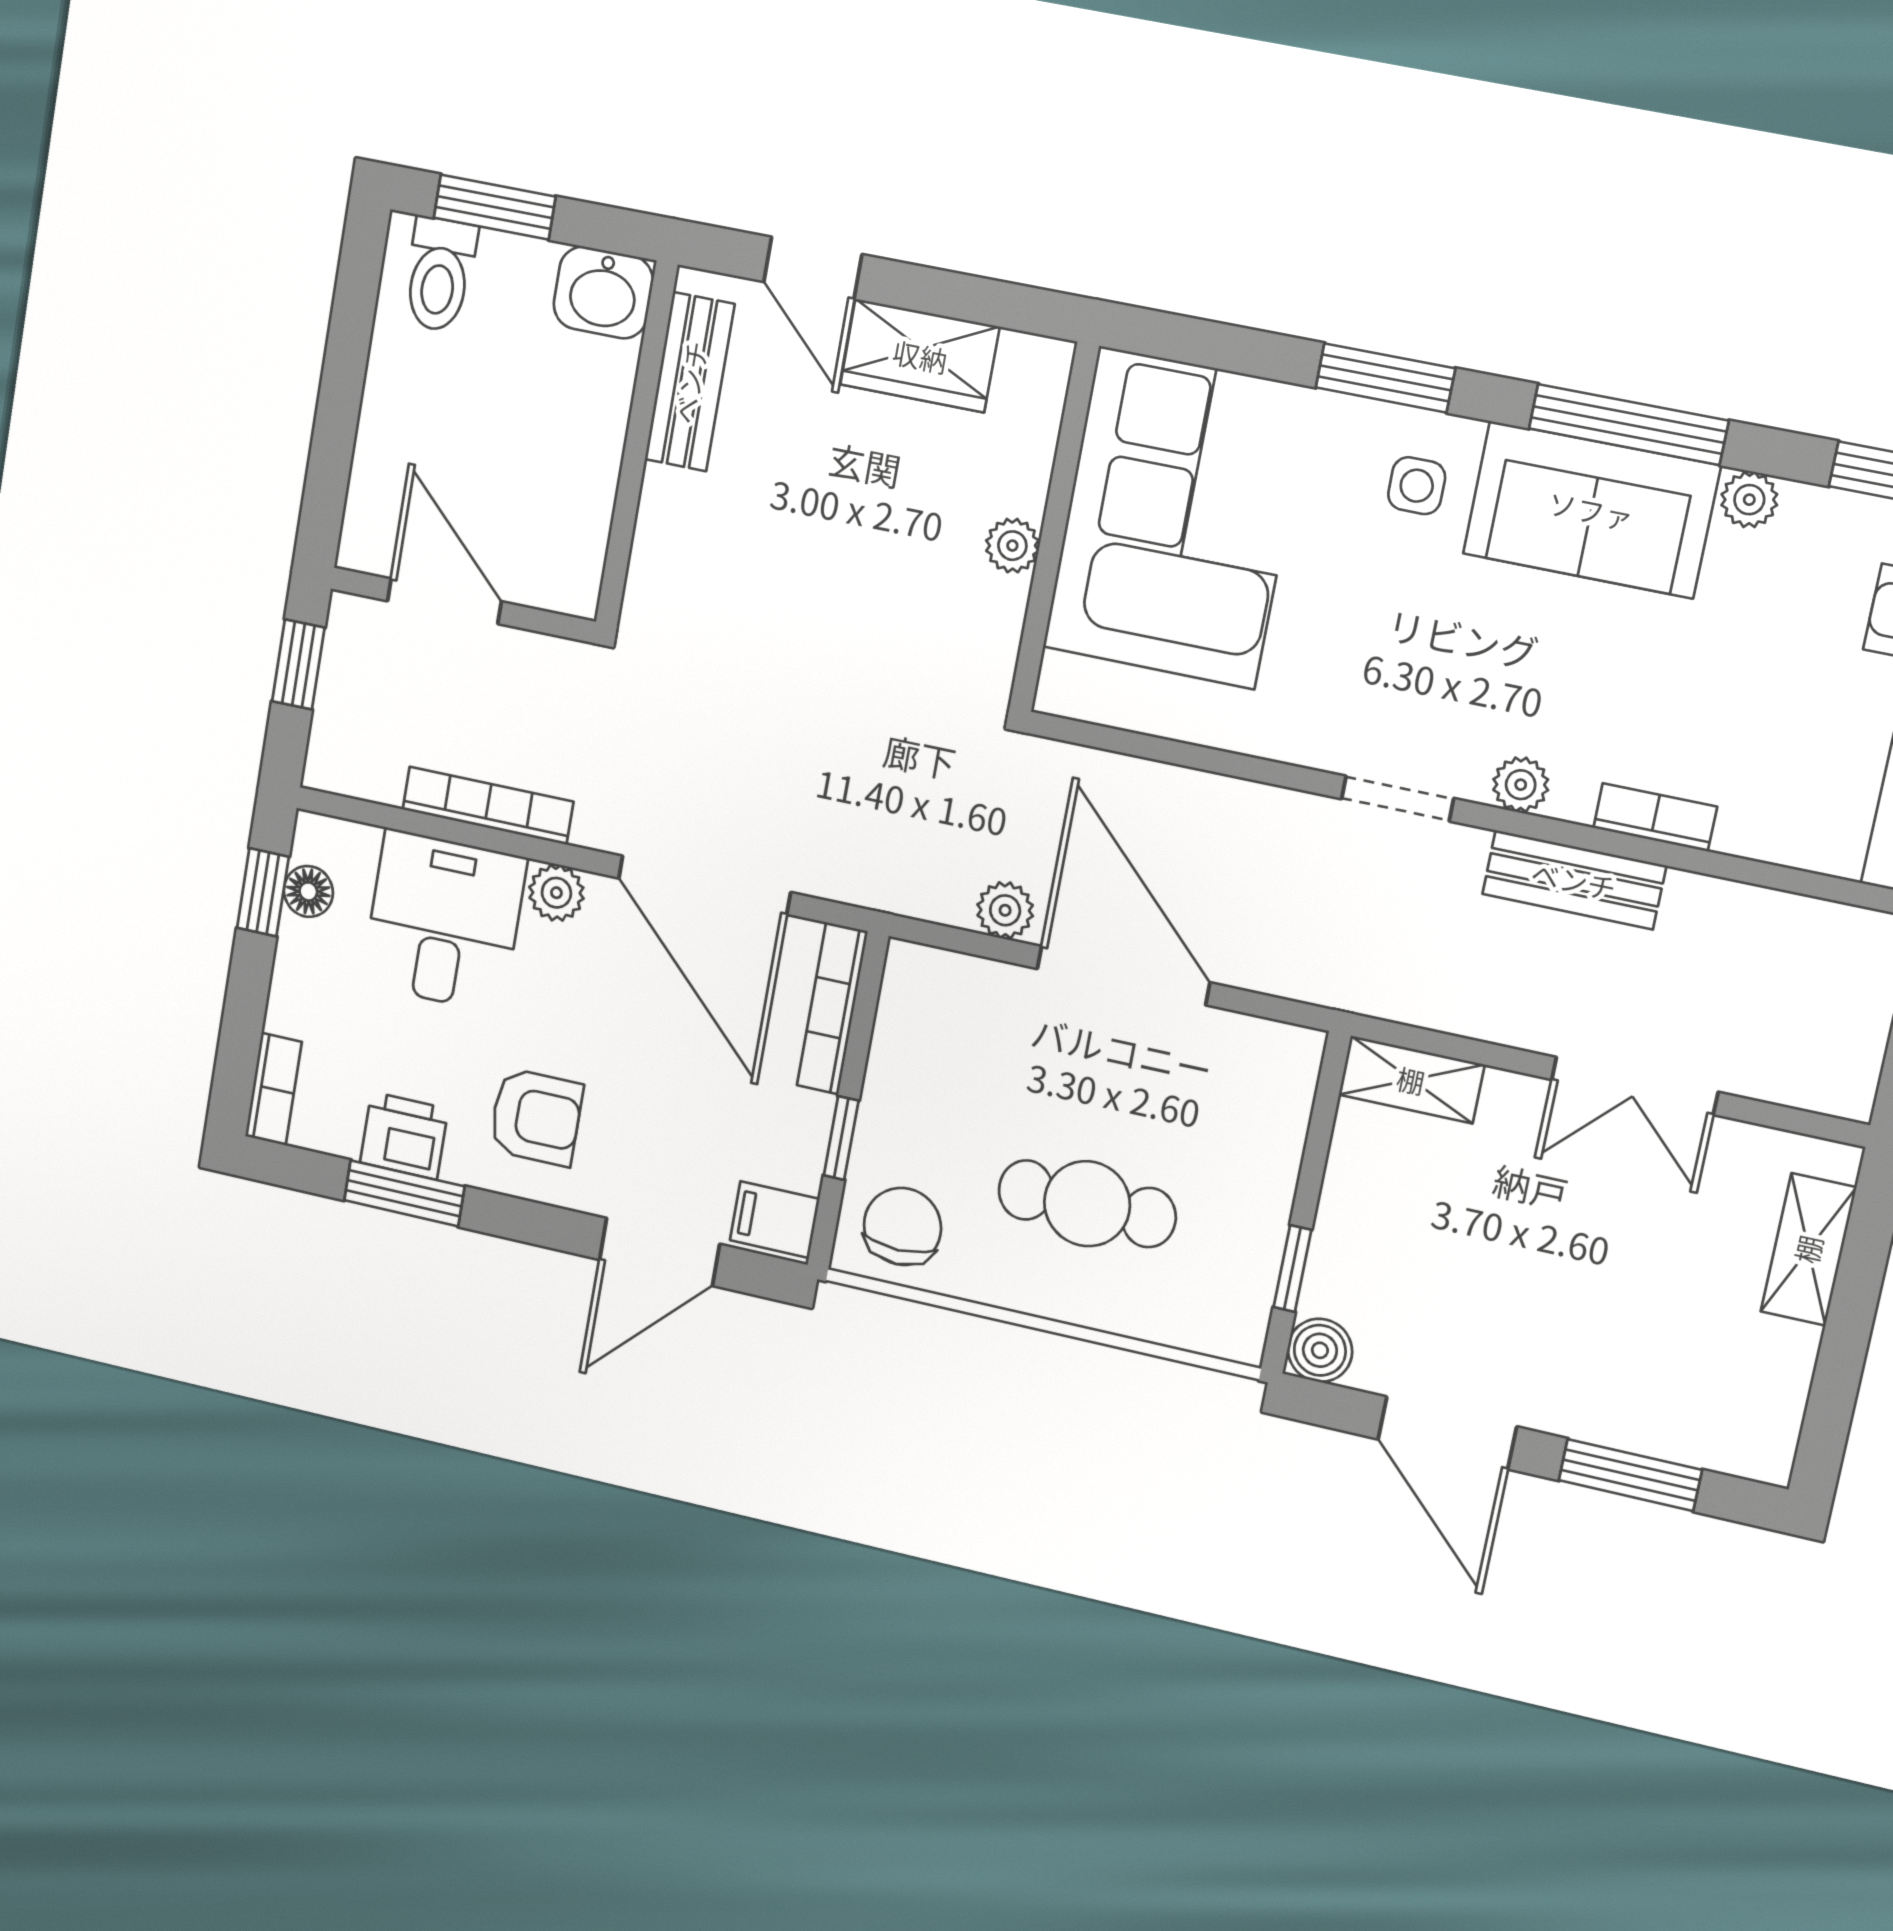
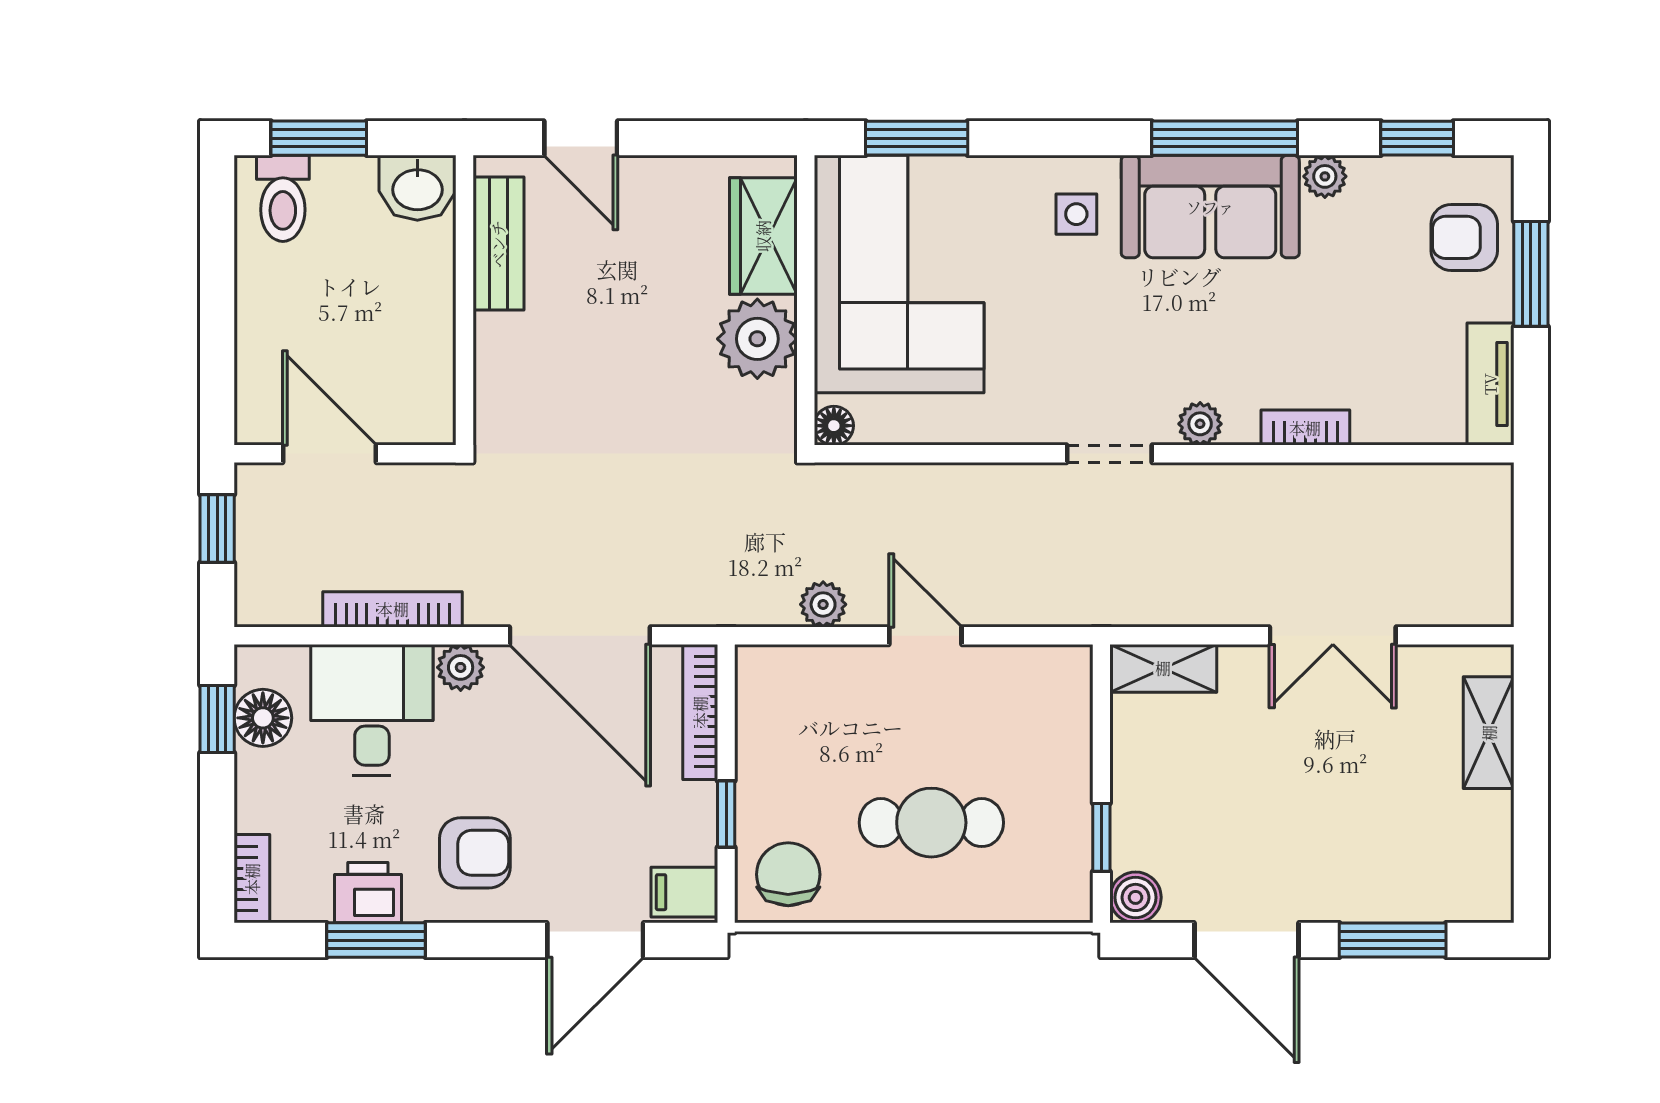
wardrobe: (920, 356) -> (763, 236), moved, turned 90
window: (1385, 378) -> (917, 138), moved
plant: (1012, 546) -> (757, 339), width x1.87, depth x1.87
floor lamp: (1060, 692) -> (834, 426), added
bench: (1574, 880) -> (1255, 488), removed
floor lamp: (308, 891) -> (263, 718), width x1.37, depth x1.37
door: (1123, 976) -> (925, 636), width x0.53

